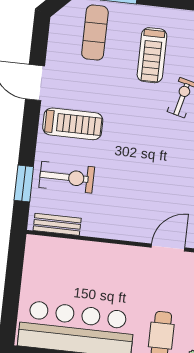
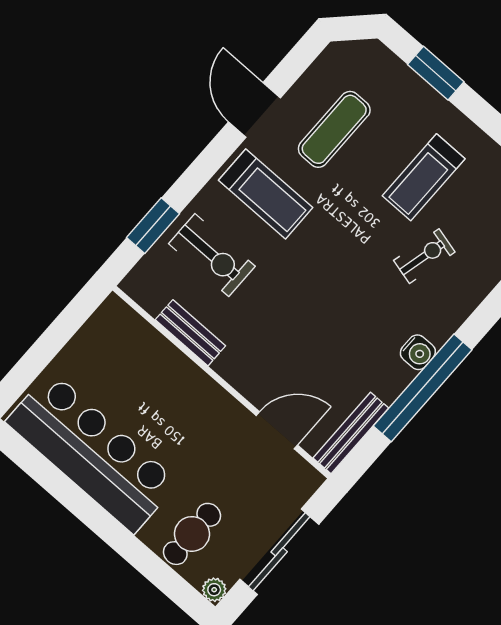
exercise mat: (95, 33) -> (334, 129), moved
bench: (57, 224) -> (190, 333), moved

